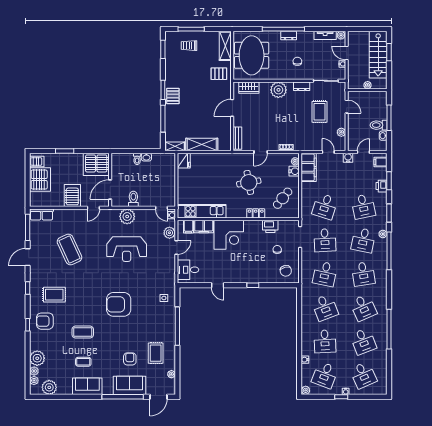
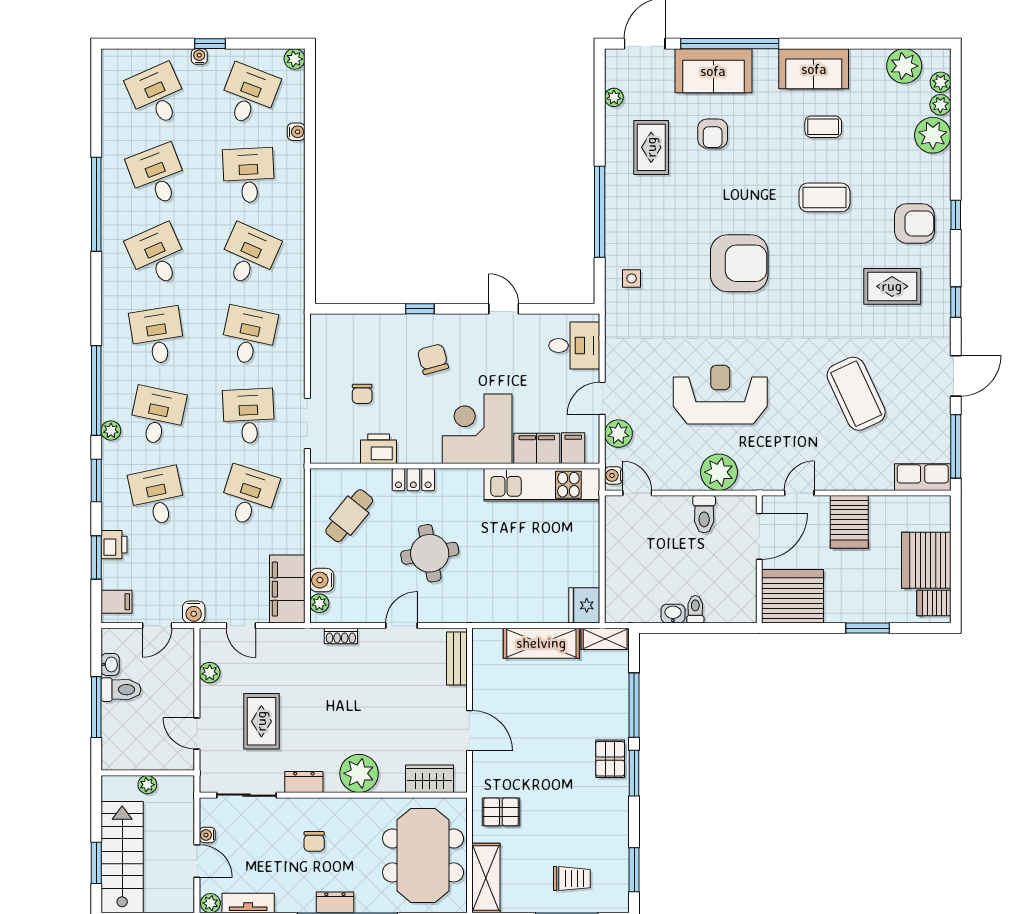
door: (232, 108) -> (469, 731), hinge flipped
chair: (286, 271) -> (433, 359), moved
desk: (325, 308) -> (249, 256), turned 45

